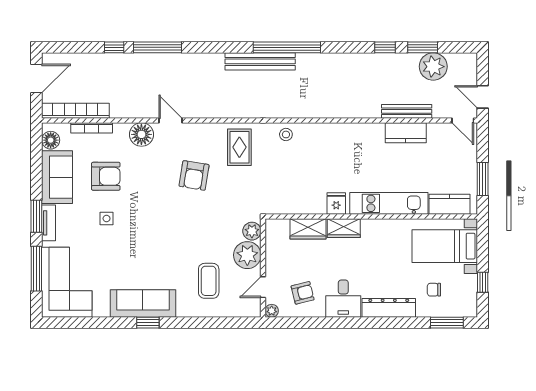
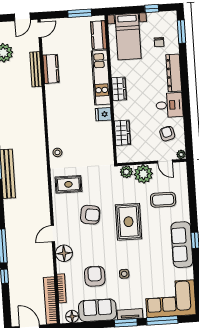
wardrobe: (344, 228) -> (119, 89), moved
rug: (181, 229) -> (128, 222), added

